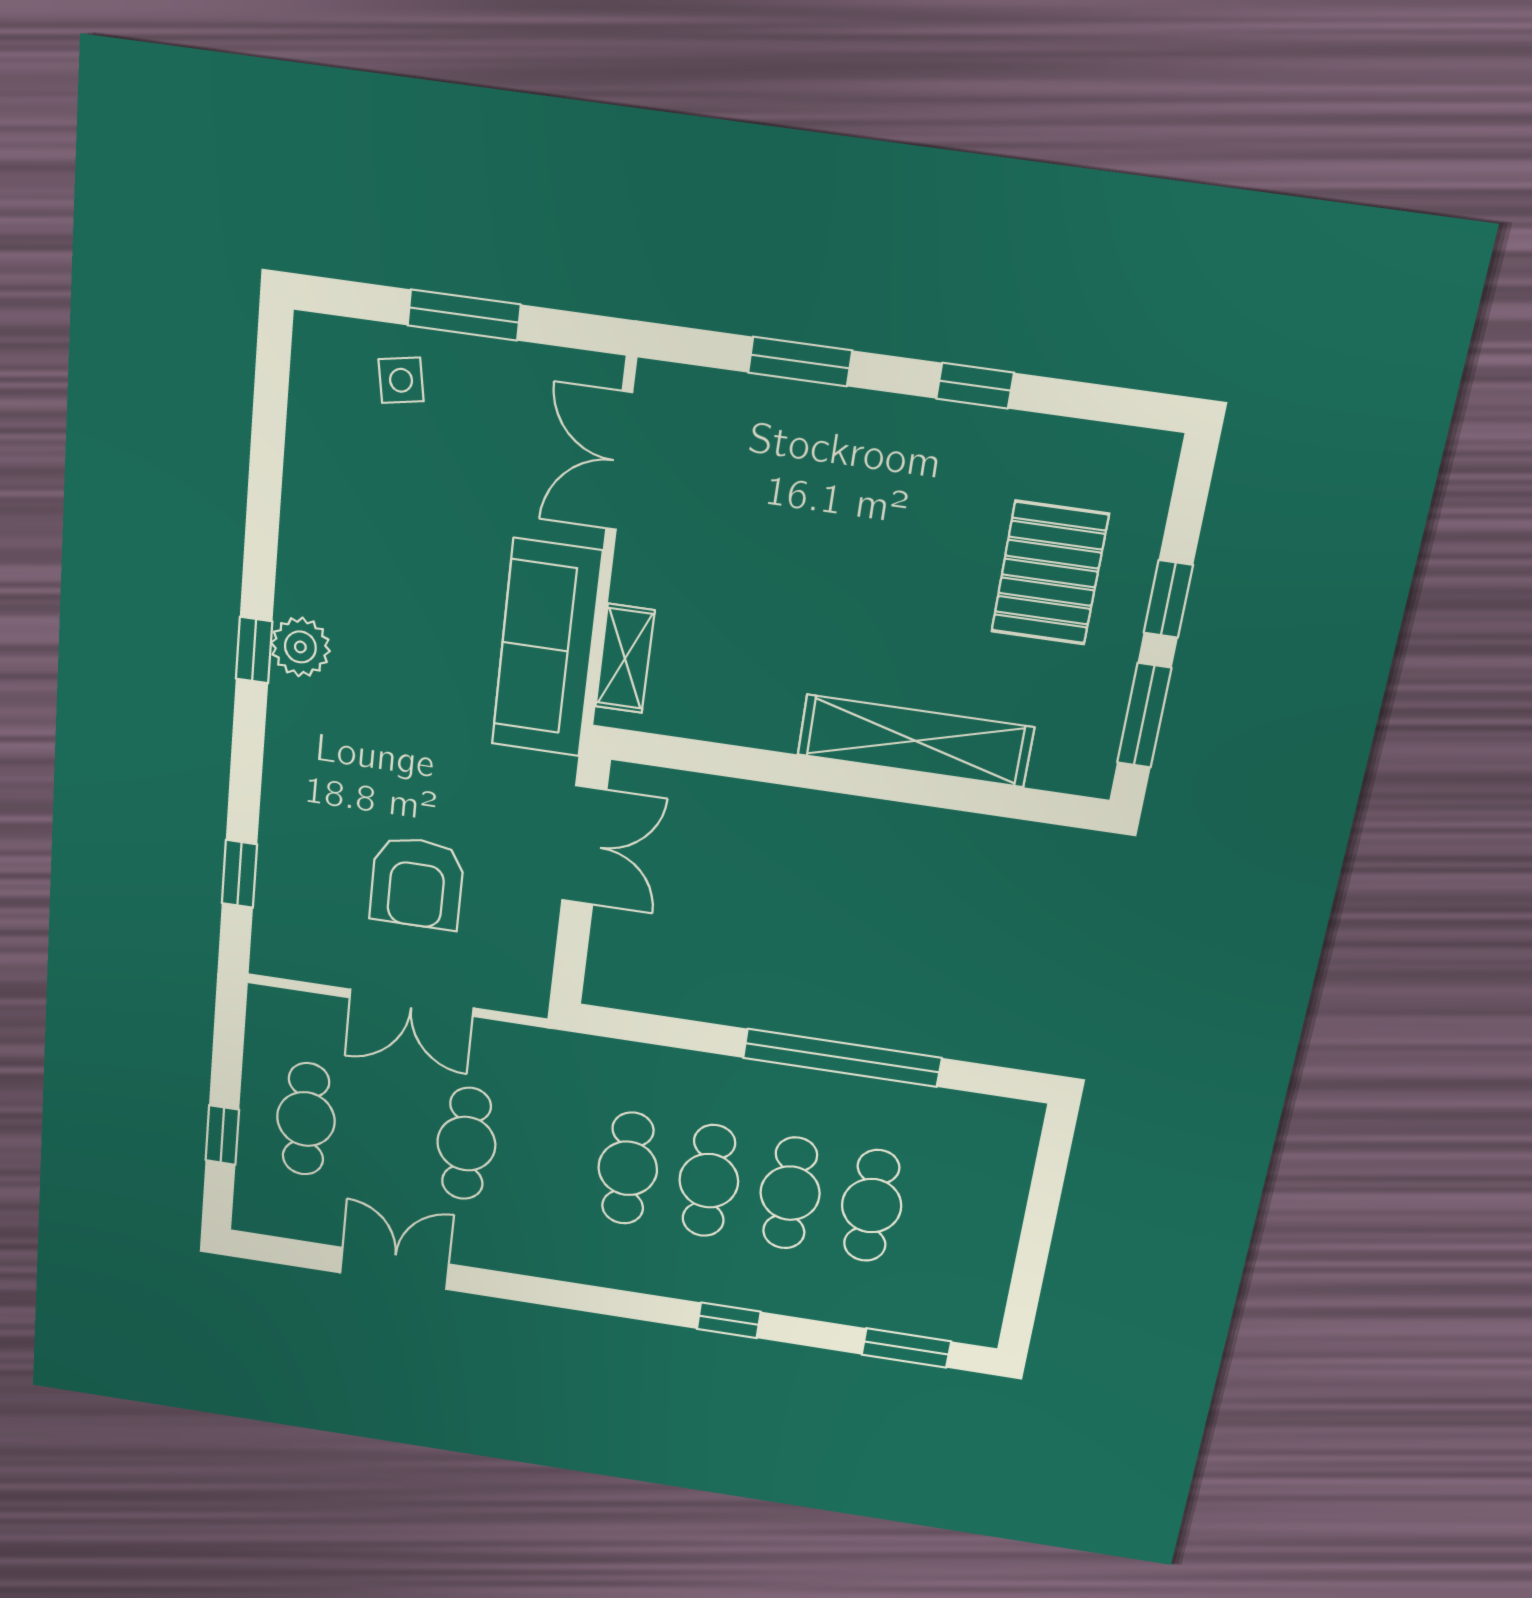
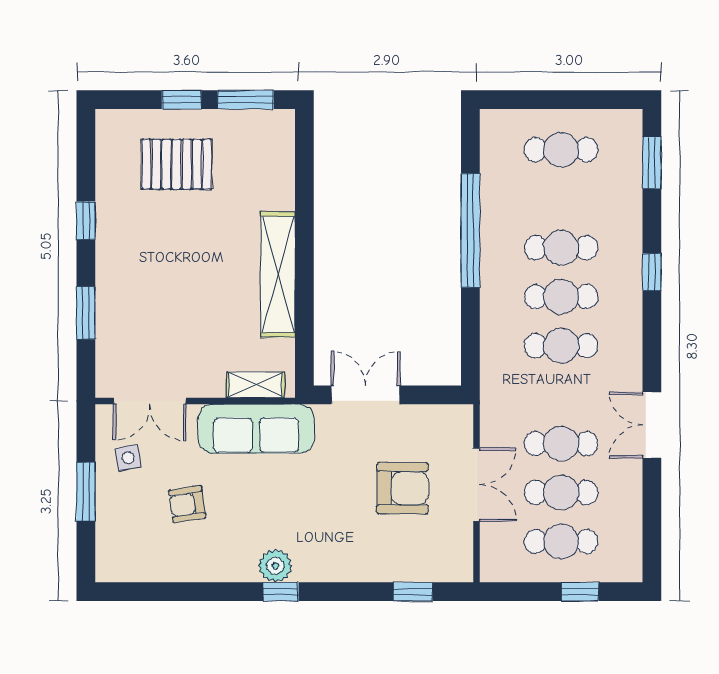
side table: (401, 380) -> (128, 458), moved
armchair: (423, 504) -> (187, 504), added
shelving: (915, 741) -> (278, 274), moved
cafe table: (386, 1131) -> (561, 493), added
cafe table: (872, 1206) -> (561, 150), moved
double door: (394, 1268) -> (652, 425), moved

